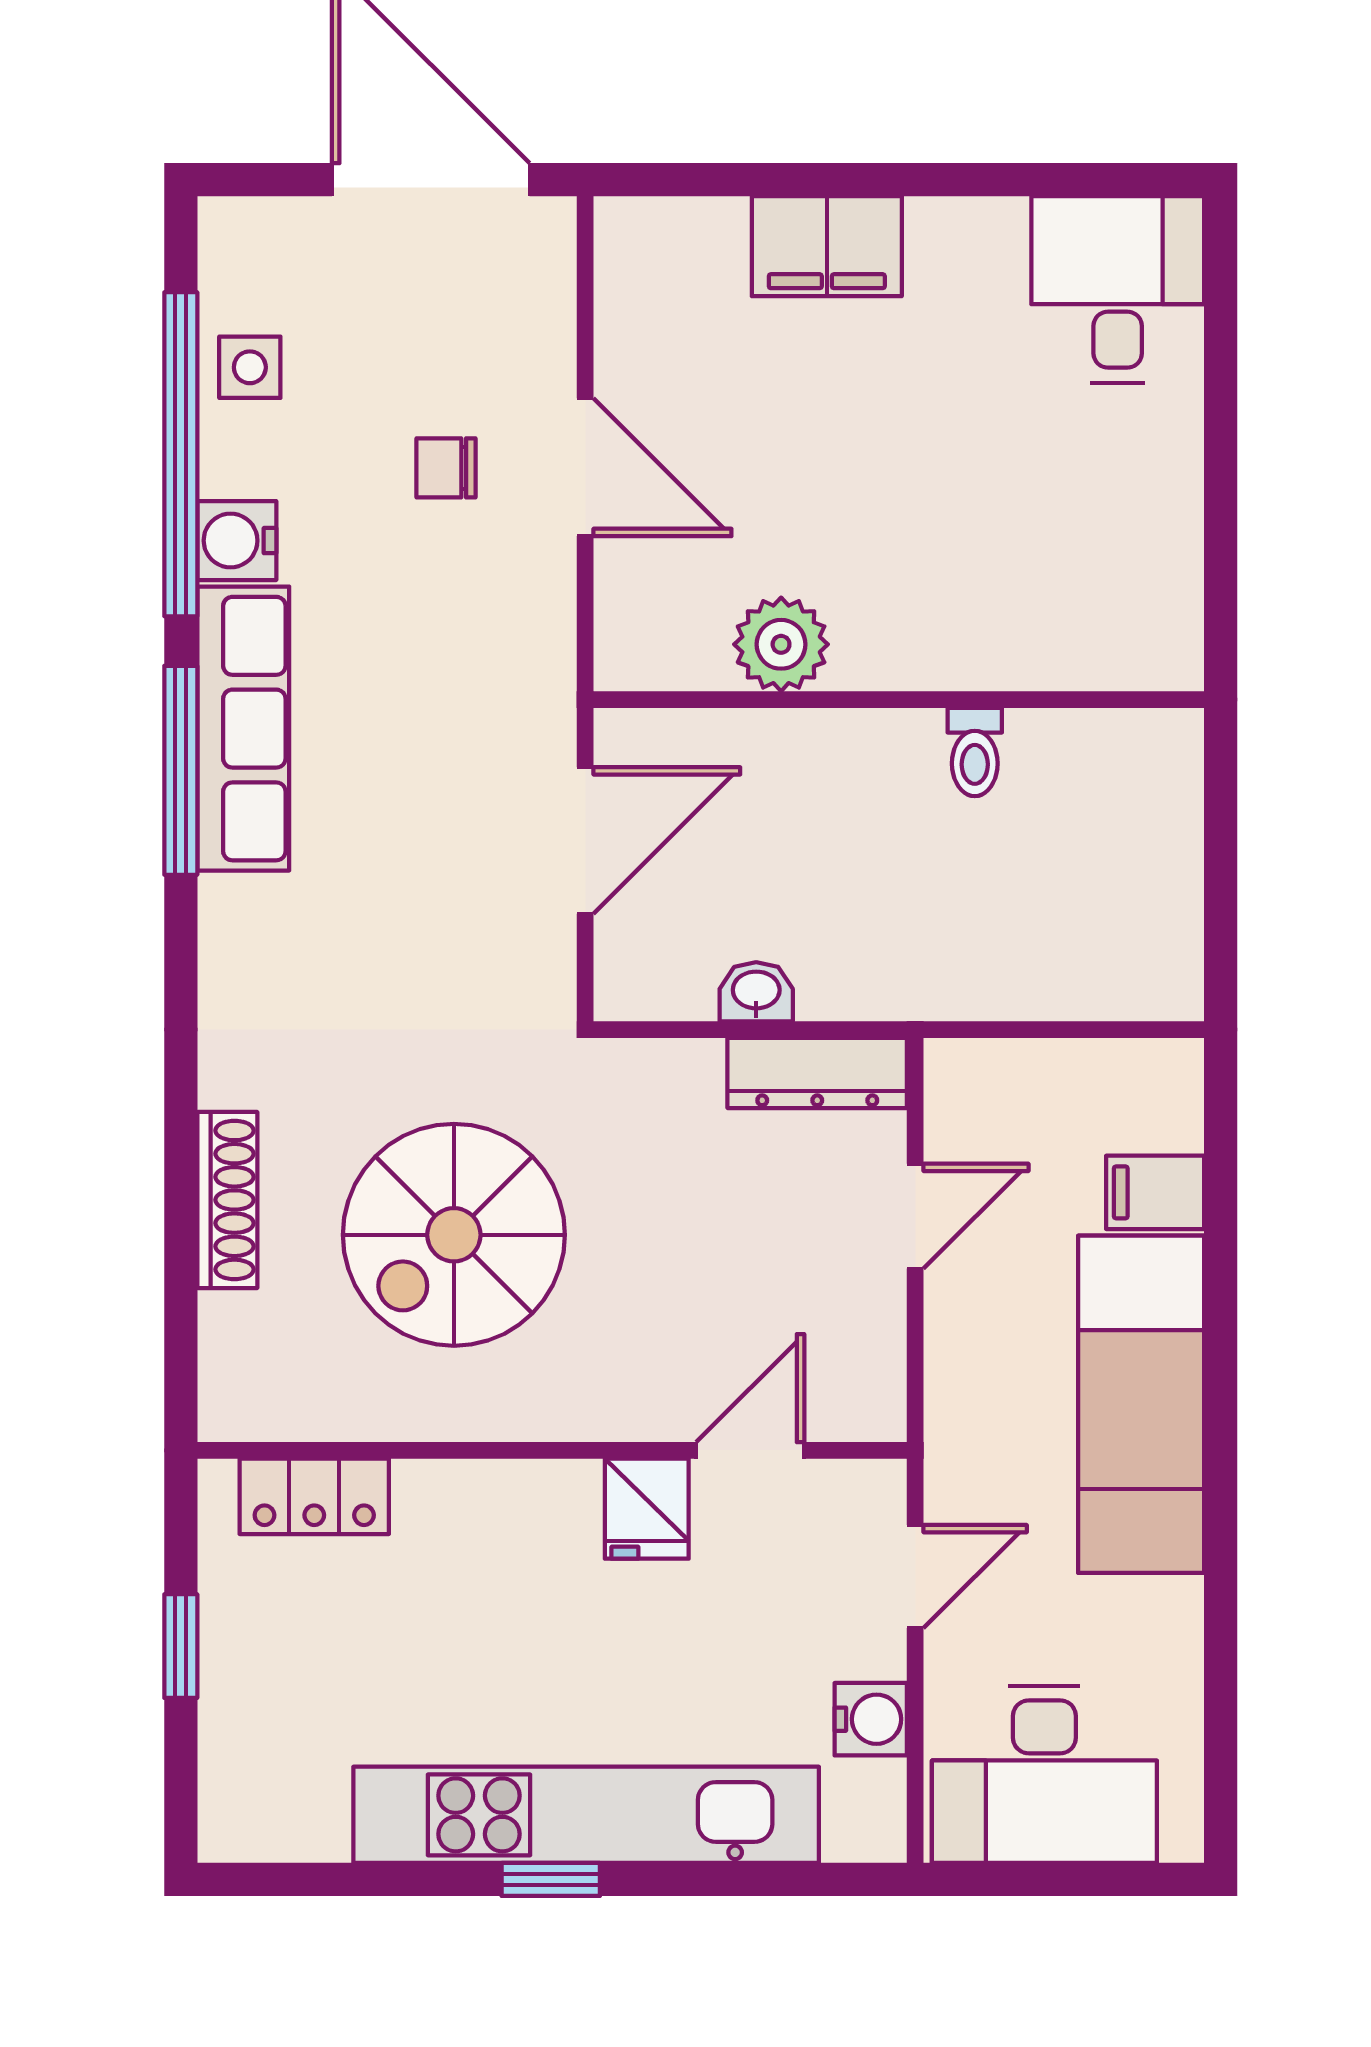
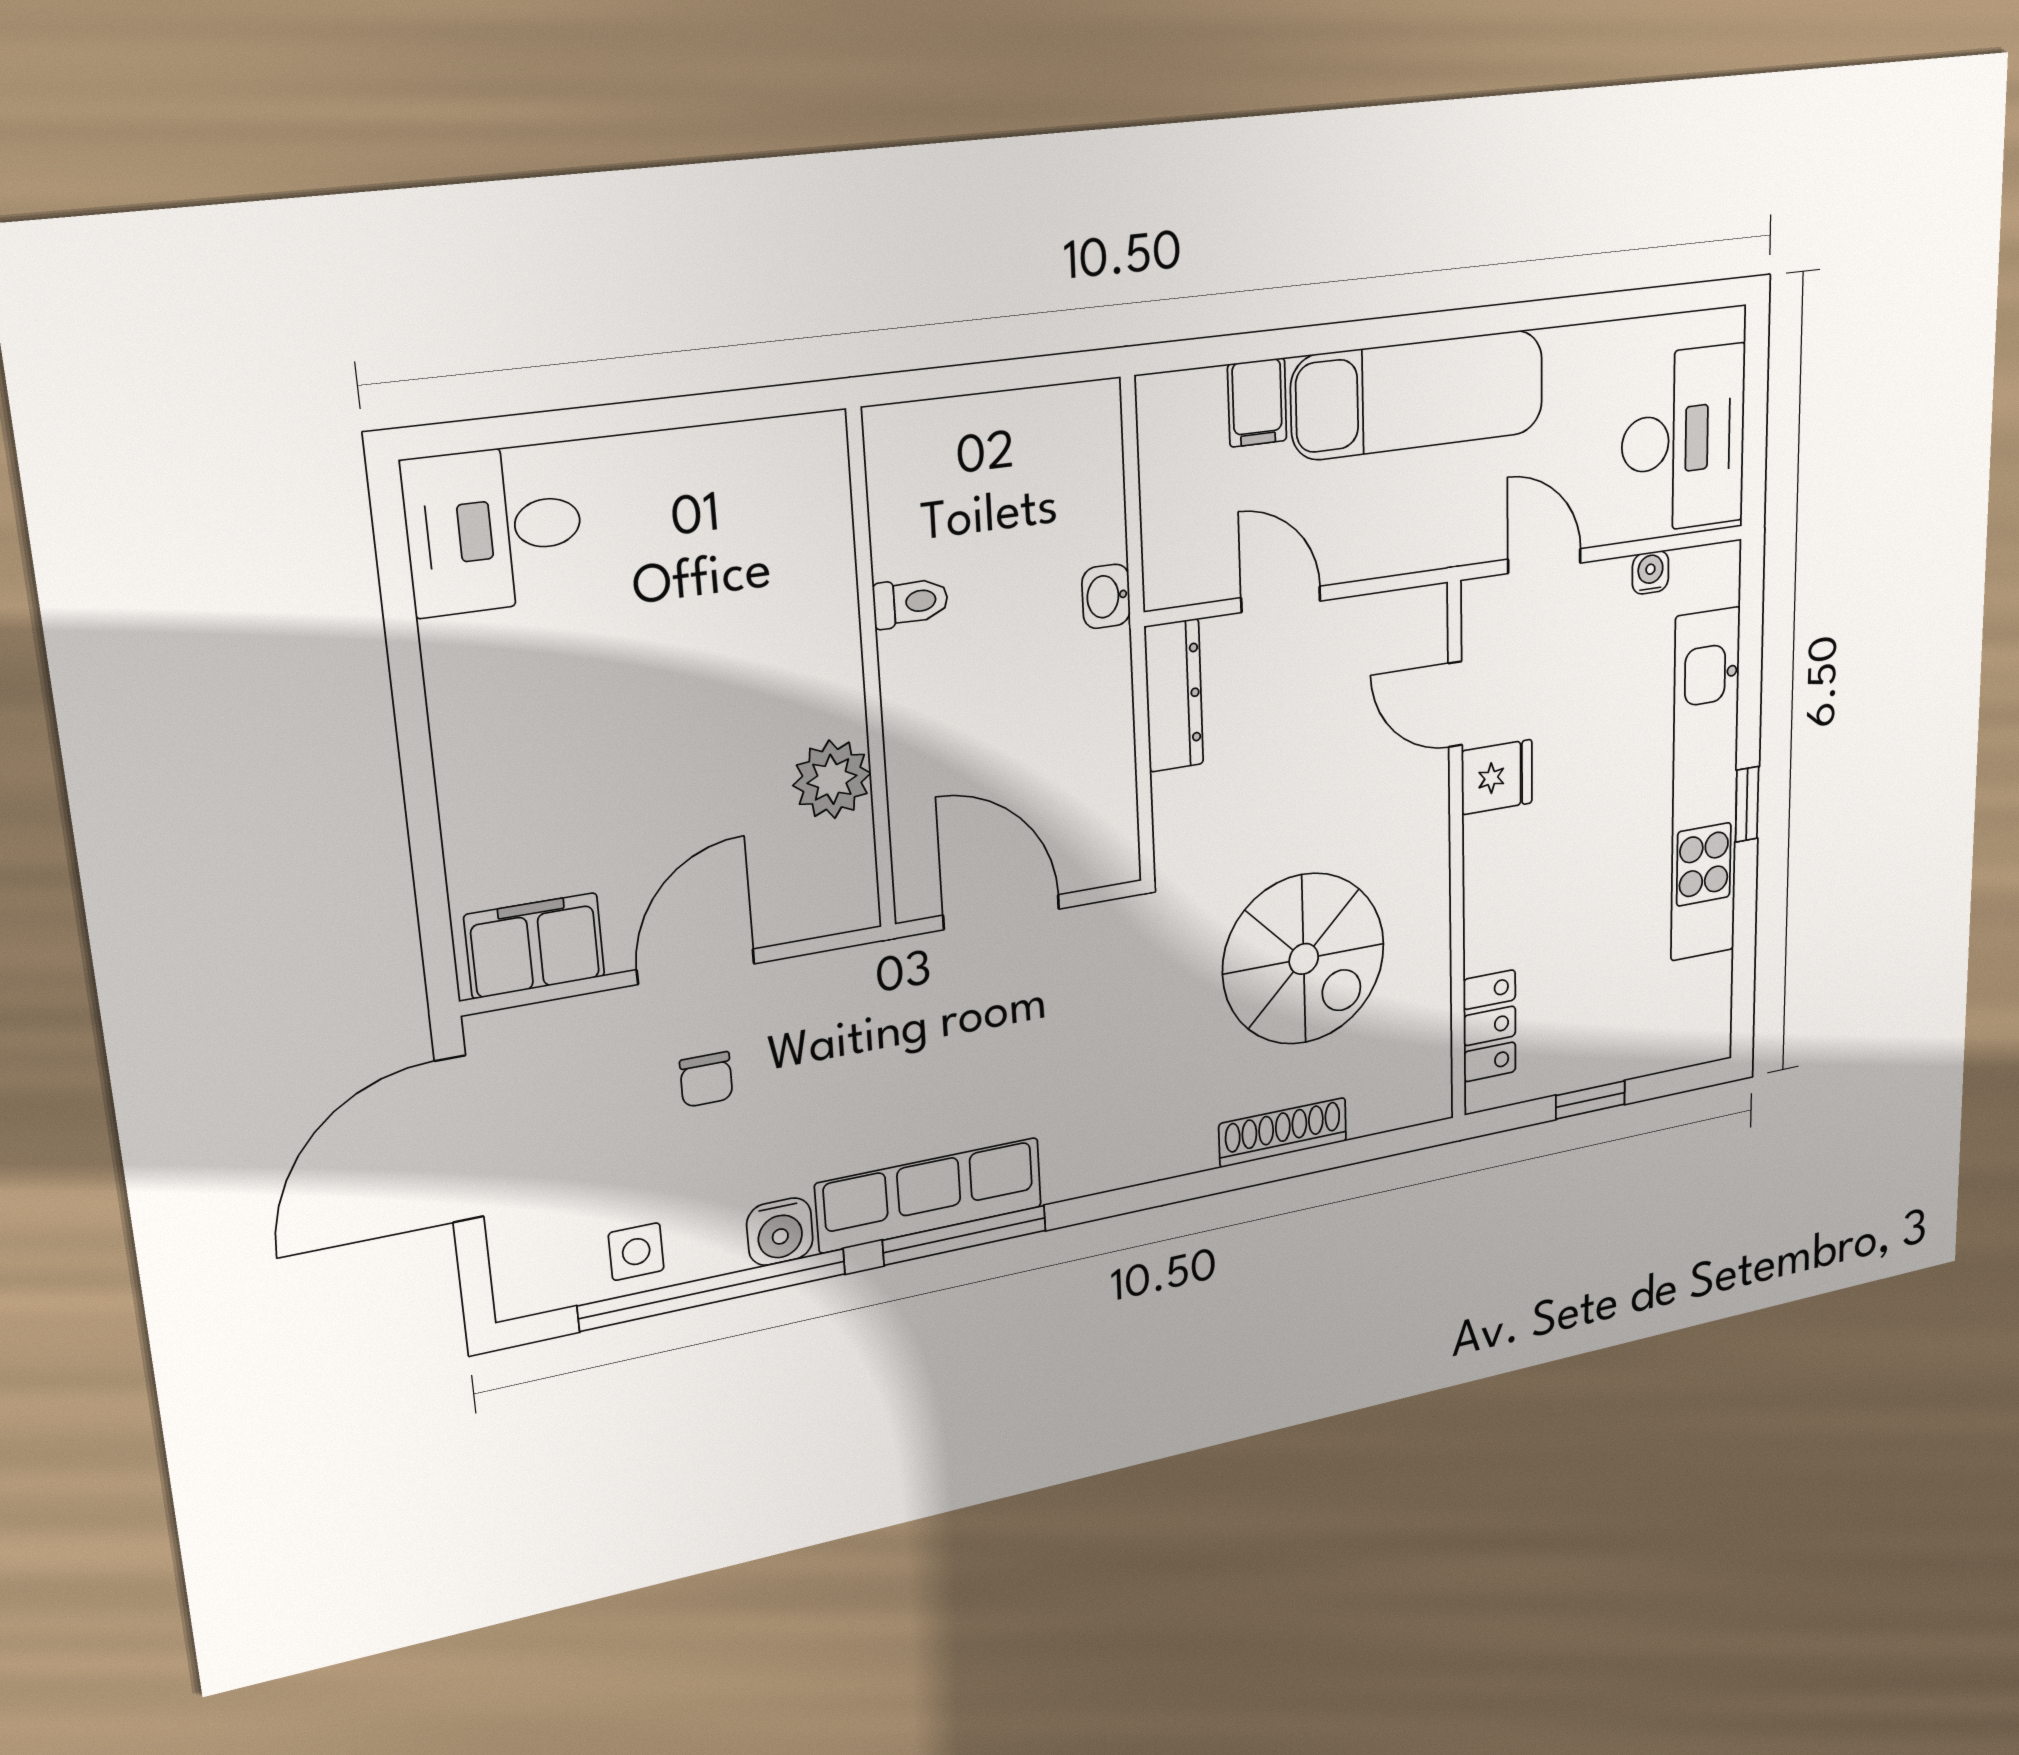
filing cabinet: (827, 246) -> (535, 946), moved, turned -90
washbasin: (756, 992) -> (1106, 596), moved
water cooler: (871, 1719) -> (1650, 572), width x0.72, depth x0.72

